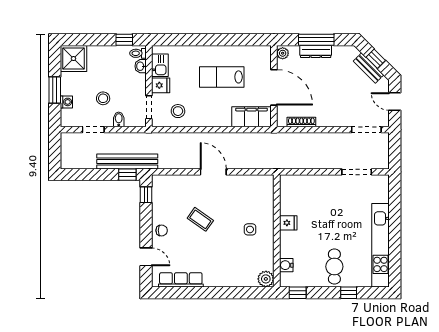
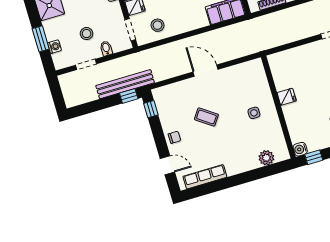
water cooler: (286, 265) -> (300, 149), moved
plant: (266, 279) -> (266, 158), moved

